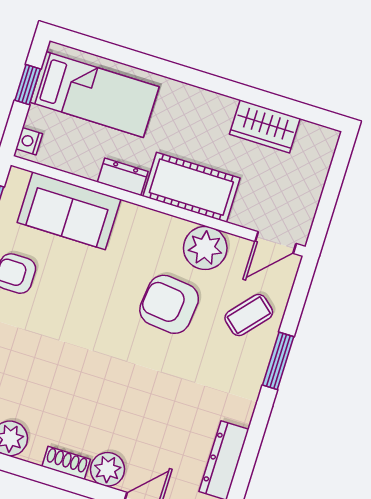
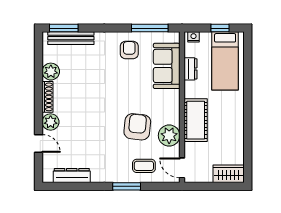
wardrobe: (265, 126) -> (229, 174), moved, turned 90
dresser: (123, 177) -> (191, 69), moved
coffee table: (249, 315) -> (144, 166), turned -41
shoe rack: (66, 463) -> (48, 97), width x1.43

